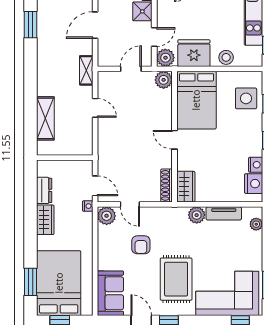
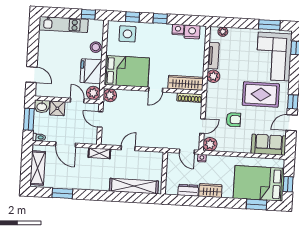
shelving: (45, 118) -> (134, 186), width x1.47
door: (95, 186) -> (187, 152), swing flipped
wardrobe: (186, 187) -> (186, 83), width x1.50

